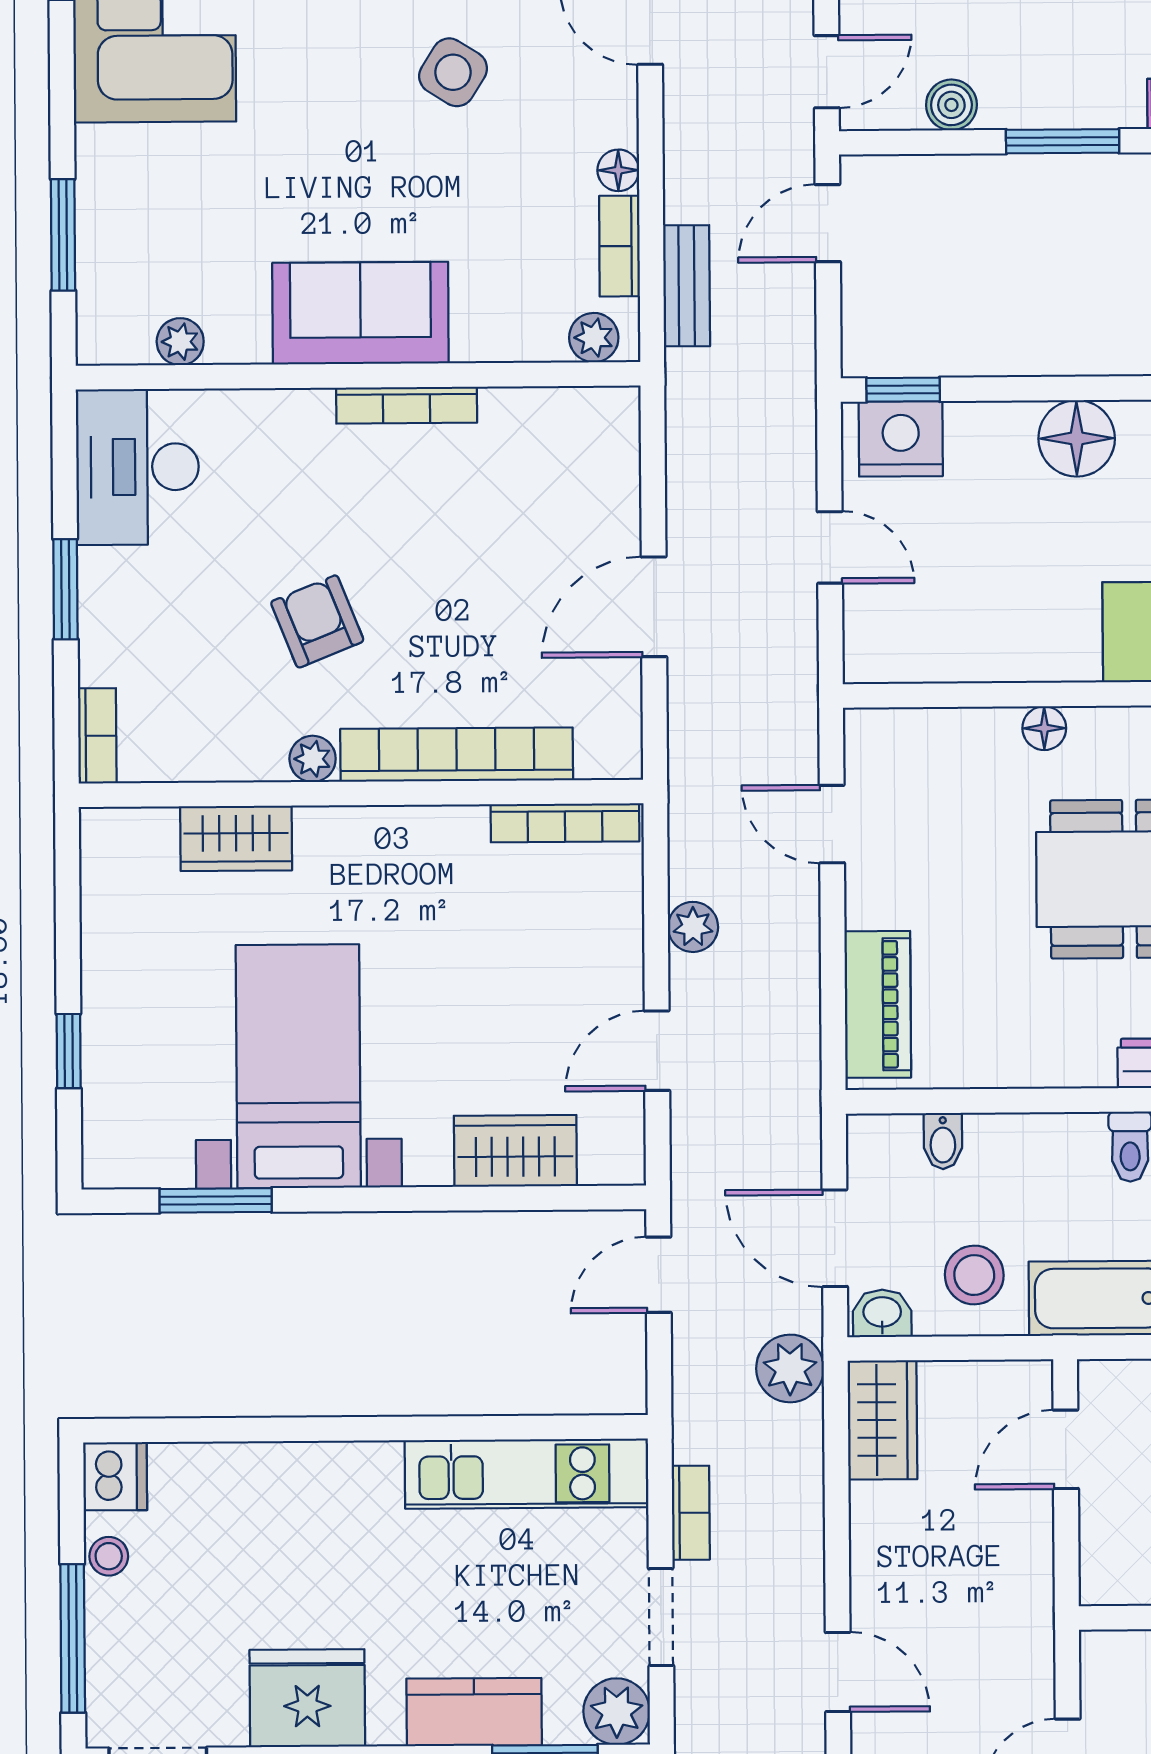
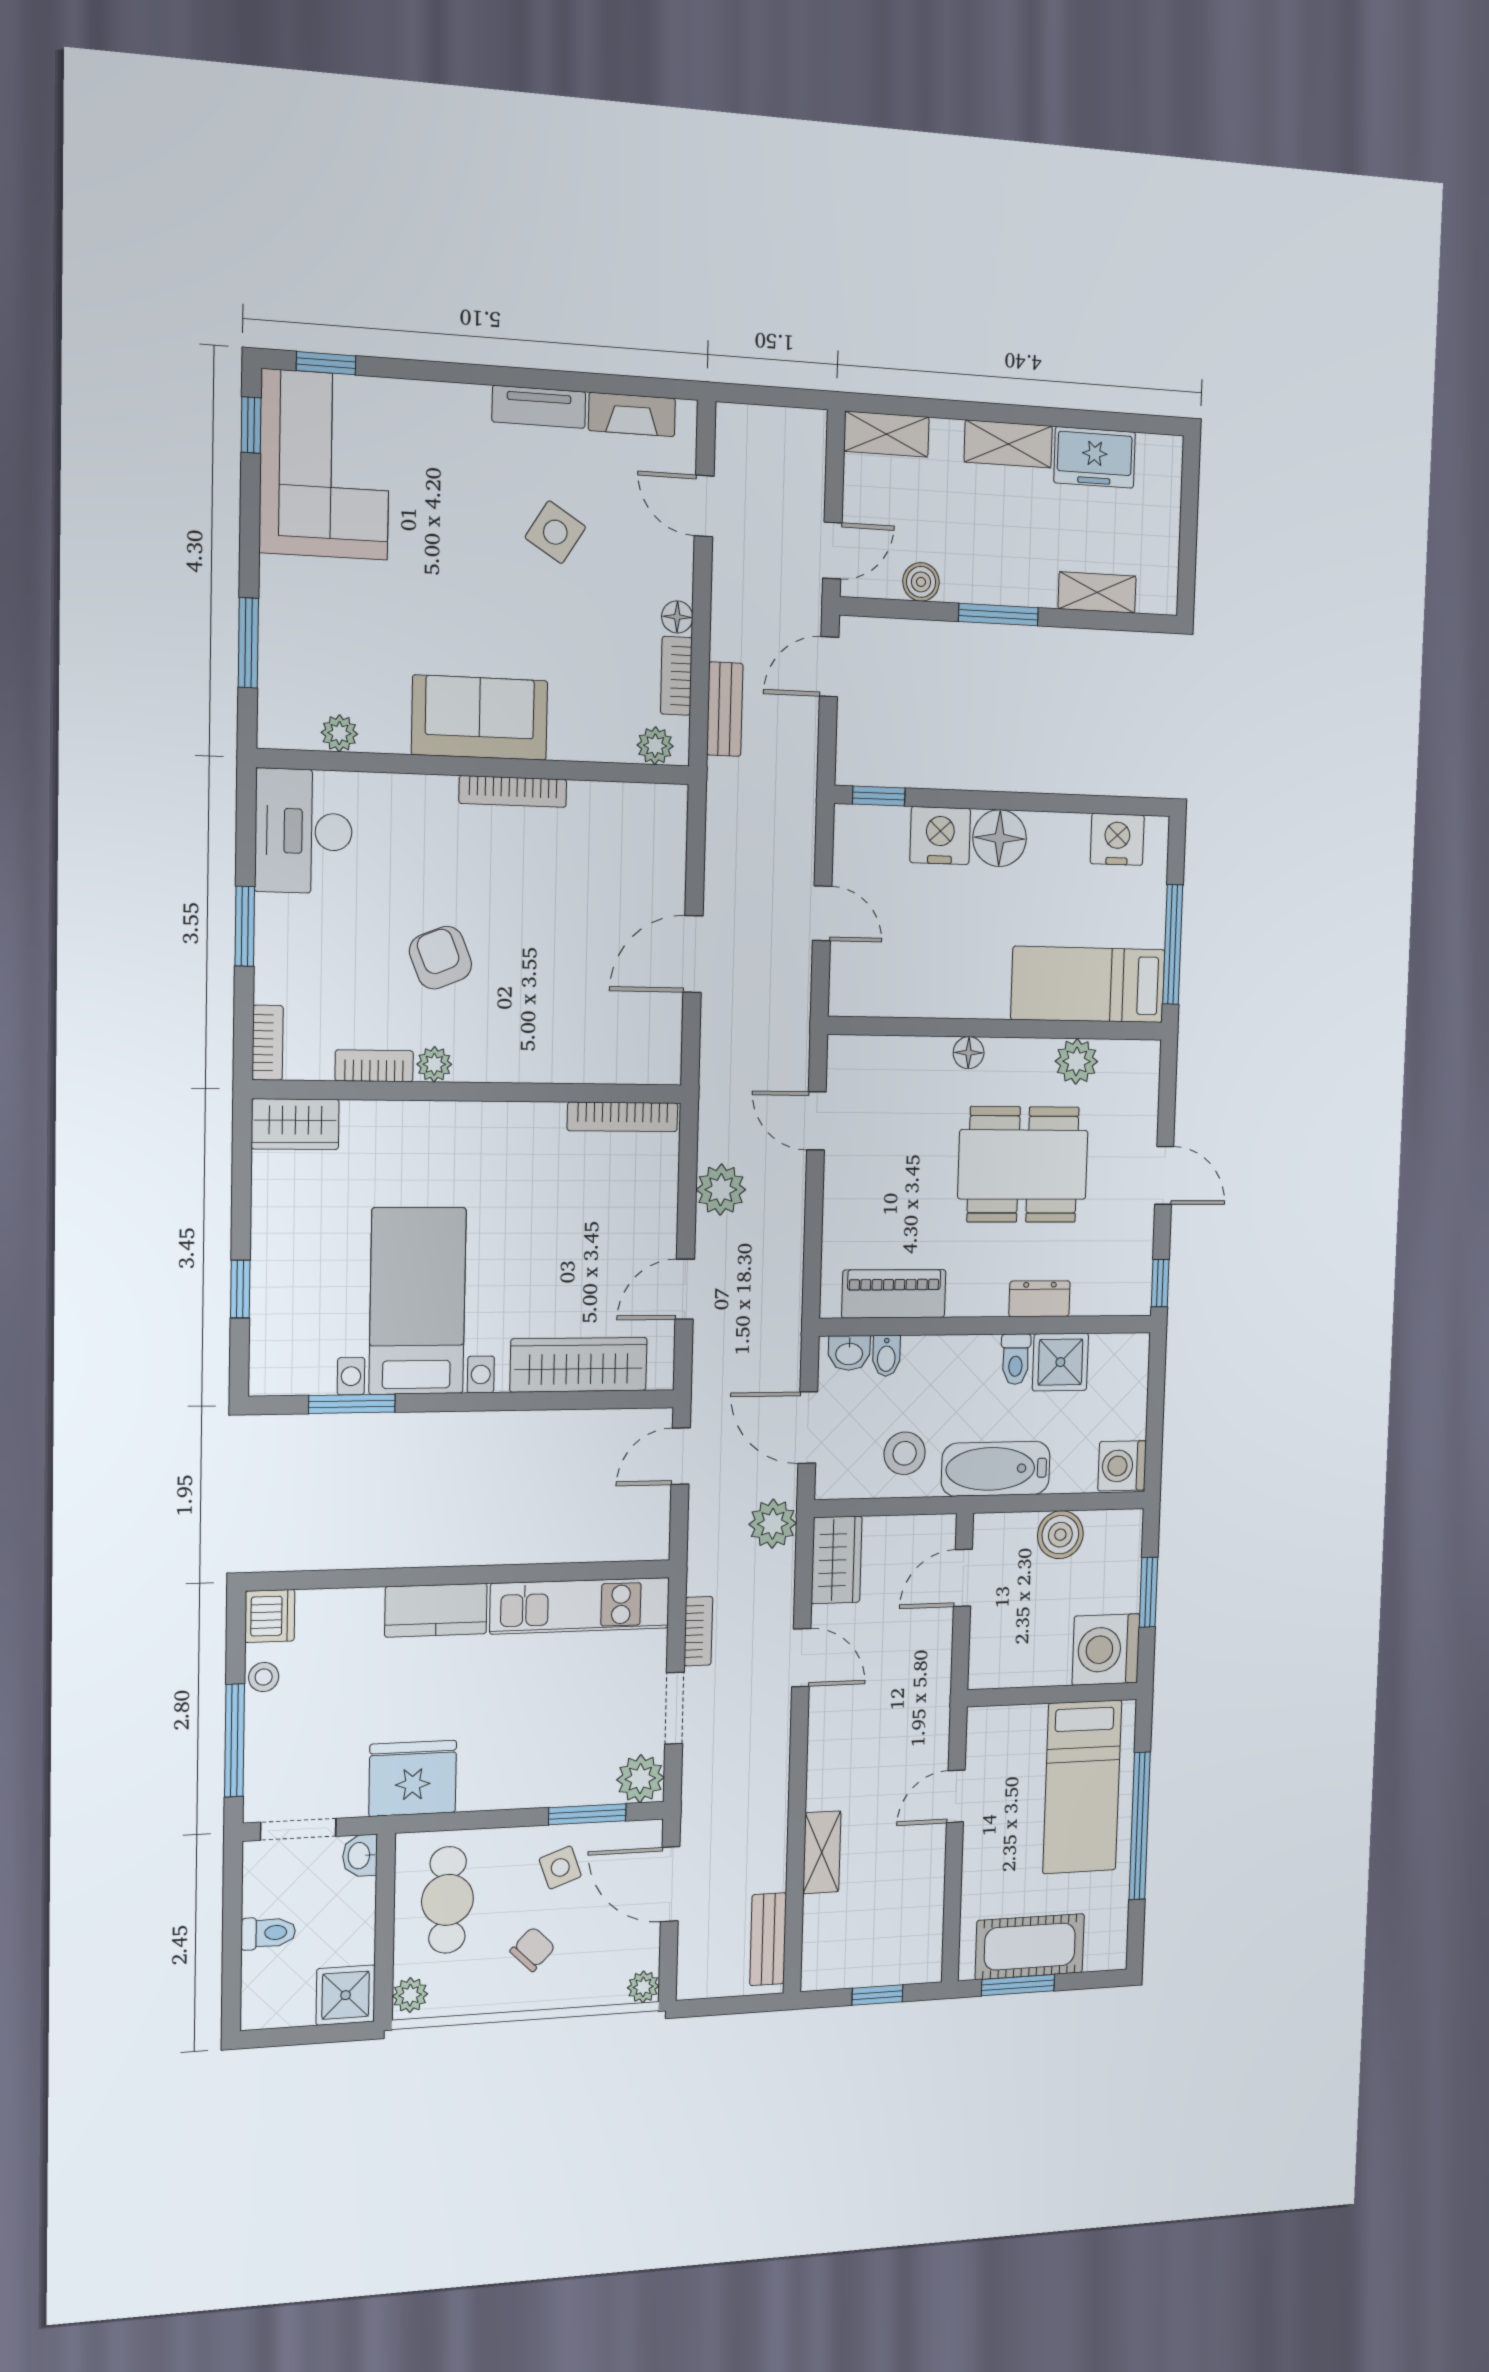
nightstand: (901, 439) -> (940, 836), moved
bookcase: (457, 755) -> (374, 1066), moved, width x0.43, depth x0.76
wardrobe: (236, 838) -> (295, 1124), moved
plant: (693, 927) -> (721, 1190), width x1.38, depth x1.38
piano: (878, 1004) -> (894, 1294), moved, turned -90
wardrobe: (515, 1151) -> (579, 1365), width x1.50
washbasin: (882, 1313) -> (849, 1353), moved, turned 180
door: (838, 1672) -> (801, 1658), moved
kitchen counter: (474, 1712) -> (436, 1610), moved, turned 180

